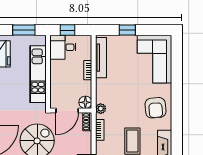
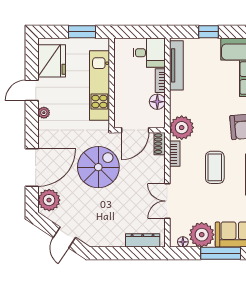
window: (68, 30) -> (135, 32), removed
desk: (63, 47) -> (149, 53), moved, turned 180
floor lamp: (85, 102) -> (157, 102), moved
plant: (101, 109) -> (182, 128), width x1.87, depth x1.87

